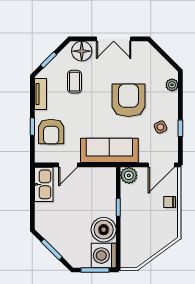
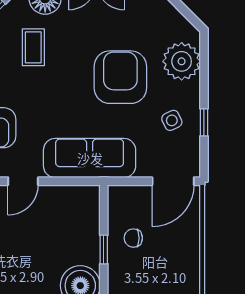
plant: (172, 85) -> (182, 61), width x1.88, depth x1.88
plant: (129, 175) -> (121, 198), removed
chair: (170, 202) -> (133, 238), moved

